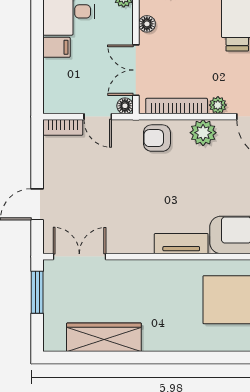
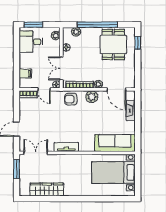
filing cabinet: (56, 47) -> (25, 74), moved
tv unit: (181, 244) -> (66, 147), moved

